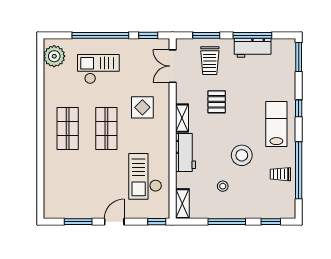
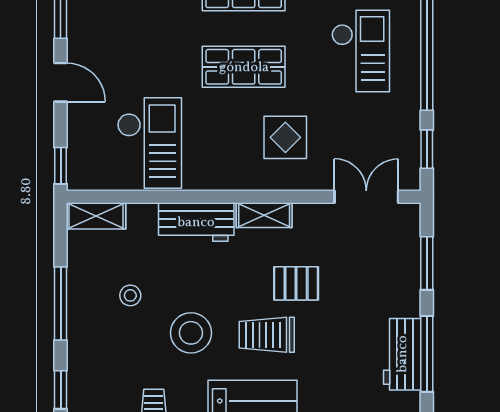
trolley: (210, 61) -> (267, 335), moved
checkout: (145, 176) -> (149, 143), turned 90

